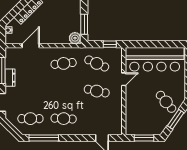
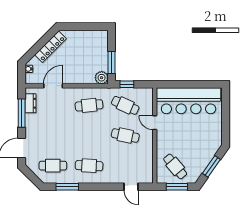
window: (110, 44) -> (127, 84), moved
dresser: (10, 78) -> (31, 103), moved
door: (124, 79) -> (155, 123), swing flipped
cafe table: (166, 102) -> (175, 166), moved
window: (44, 138) -> (67, 187), width x0.69

